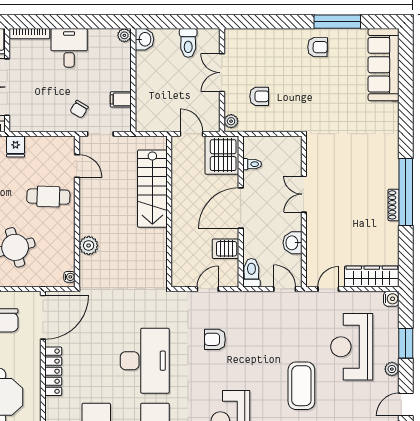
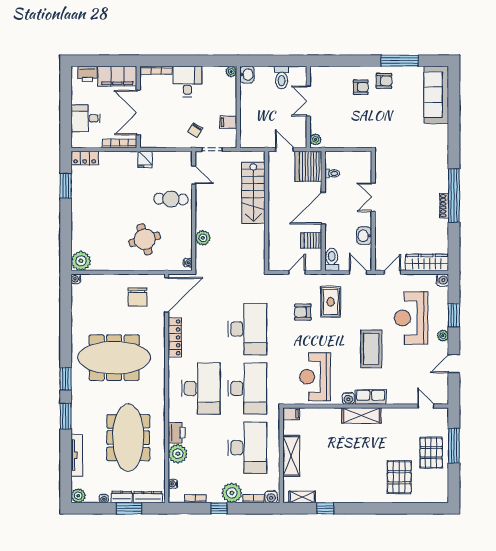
armchair: (259, 96) -> (361, 87), moved
rug: (250, 326) -> (331, 302), added

